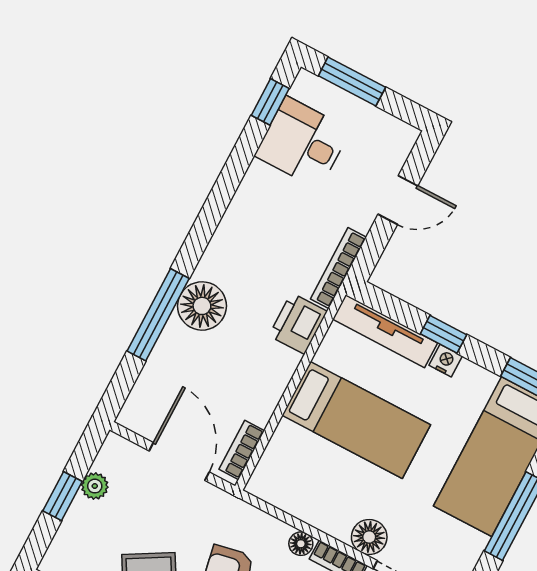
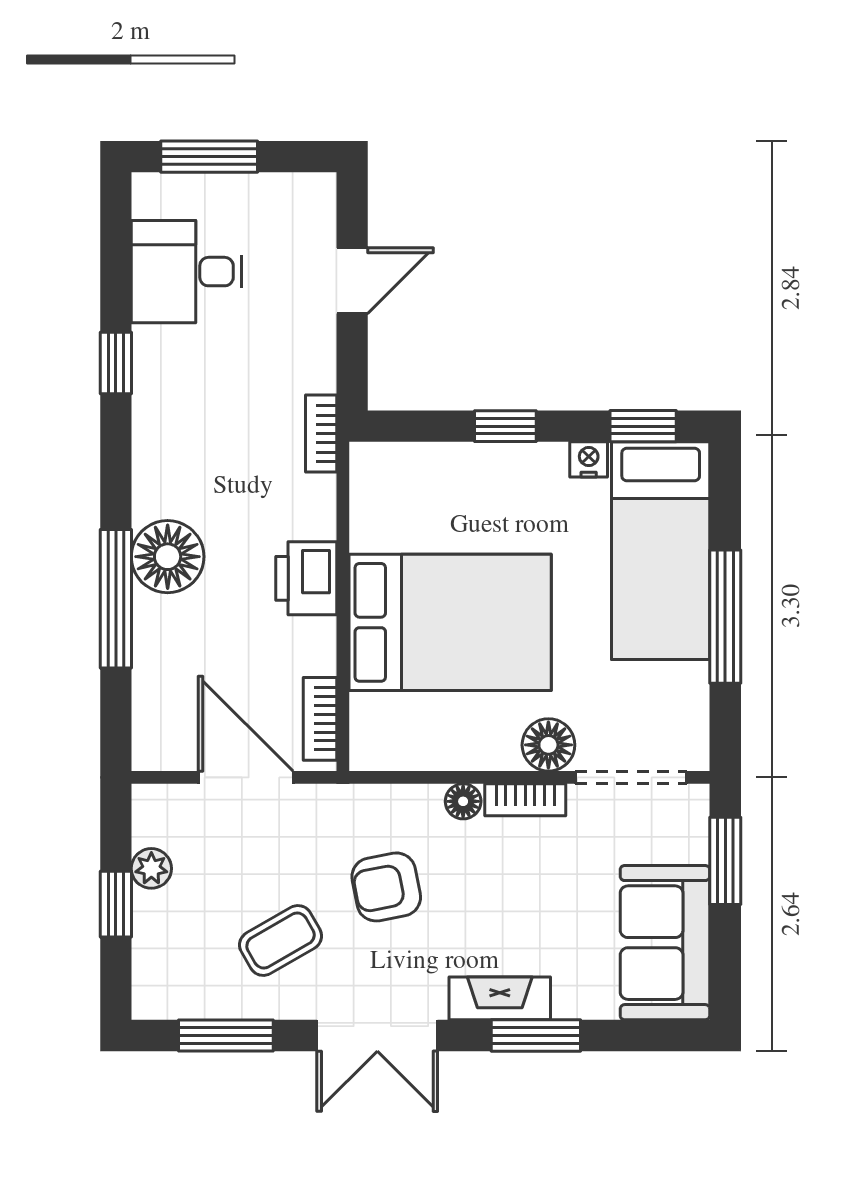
window: (270, 102) -> (116, 363), moved
bookcase: (338, 268) -> (321, 434), width x0.64
printer: (298, 323) -> (306, 578), moved
tv unit: (385, 331) -> (426, 463), removed
nightstand: (446, 361) -> (589, 459), moved
bed: (356, 420) -> (450, 622), width x1.50

